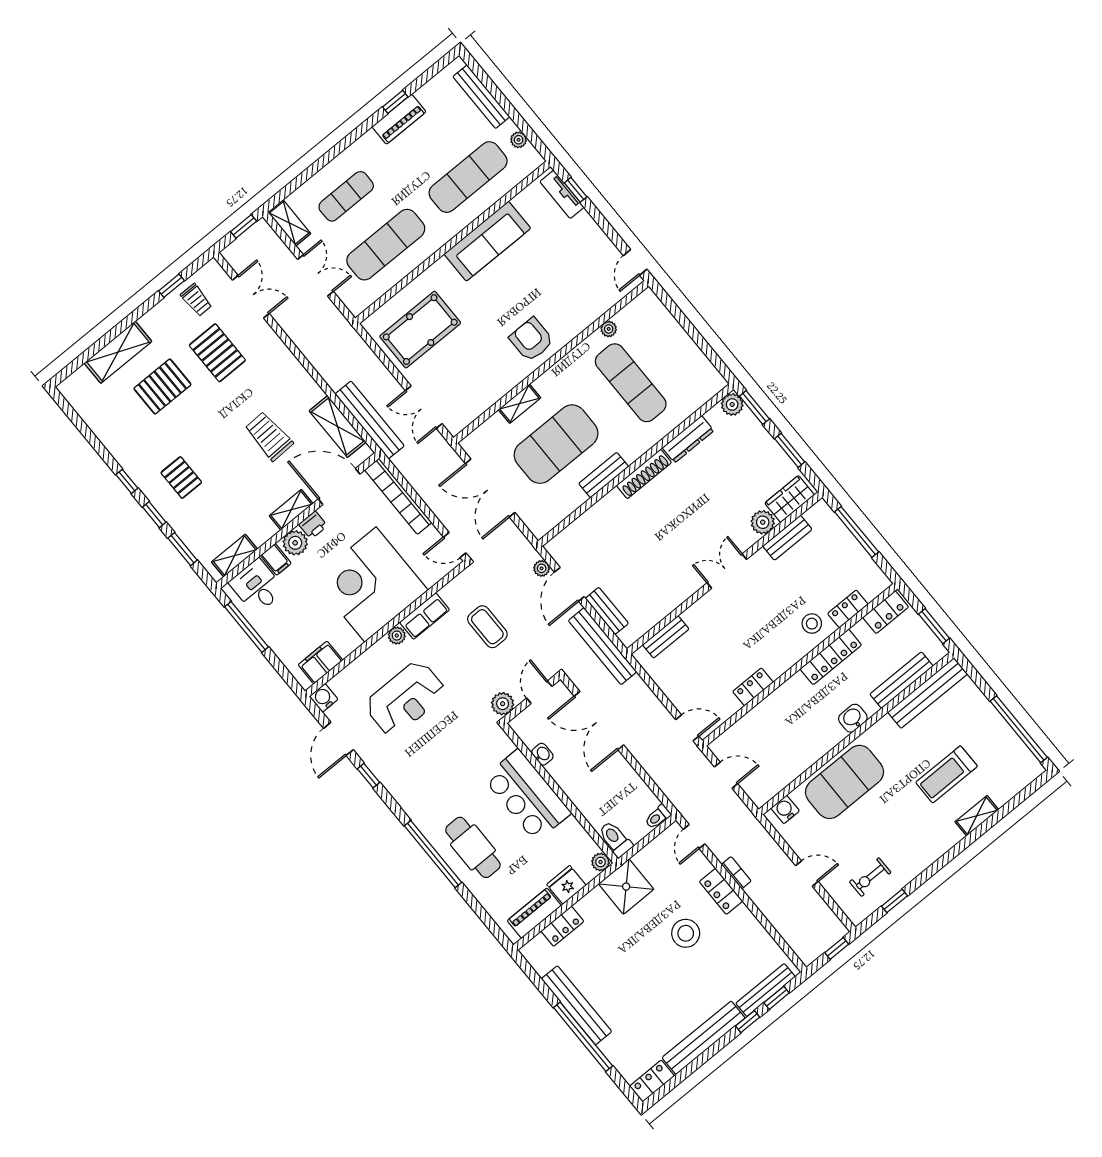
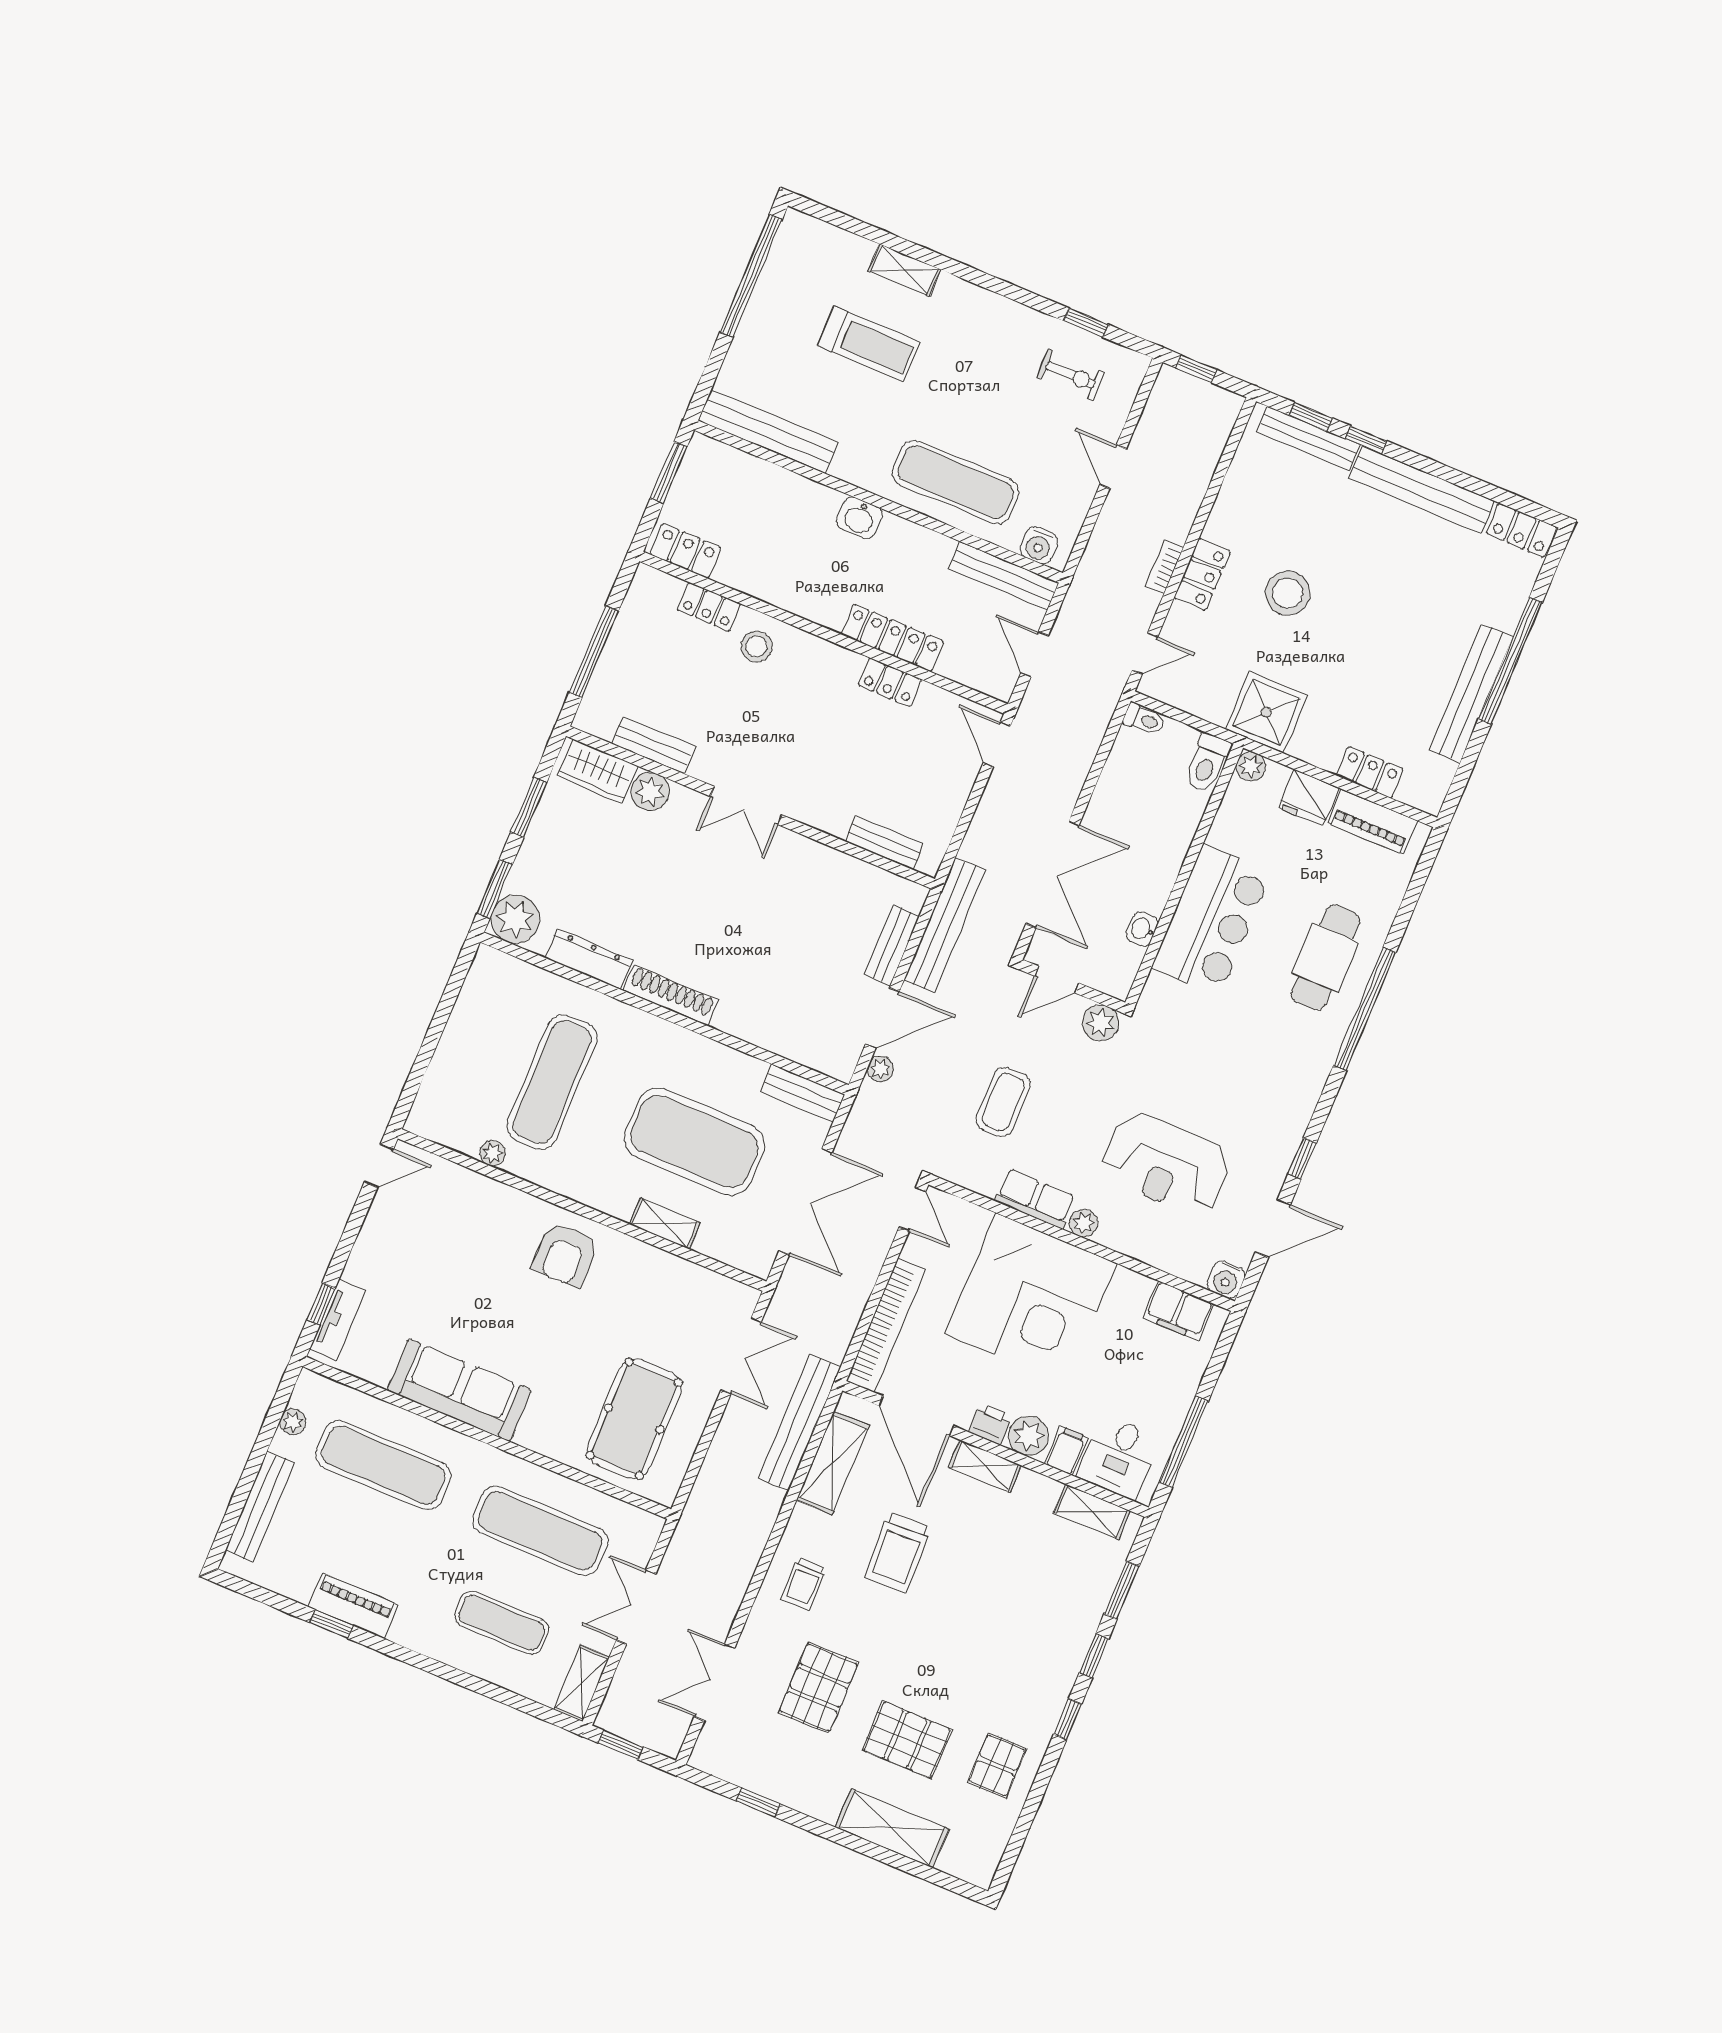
trolley: (196, 300) -> (804, 1584), moved, turned 180
pool table: (420, 330) -> (634, 1419), turned 90
plant: (732, 404) -> (515, 919), width x1.36, depth x1.36
bench: (604, 475) -> (803, 1093), moved
pallet: (181, 477) -> (997, 1765), moved
locker: (831, 657) -> (892, 638), moved
bench: (901, 680) -> (1004, 576), moved
reception desk: (405, 699) -> (1166, 1164), turned 180
exercise mat: (844, 782) -> (956, 482), width x0.68

